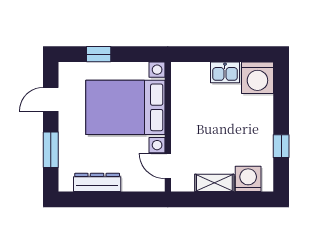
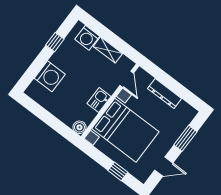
boiler: (180, 71) -> (79, 127), added
kitchen sink: (225, 72) -> (99, 100), moved, turned -90
washing machine: (257, 78) -> (50, 76), moved, turned 90
dresser: (97, 182) -> (165, 94), moved

